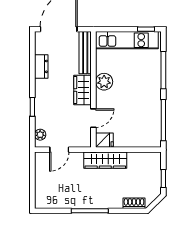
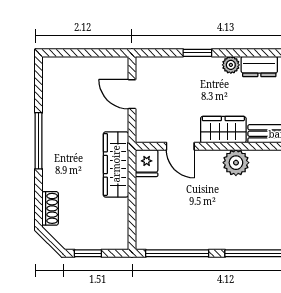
plant: (40, 135) -> (231, 65), moved

